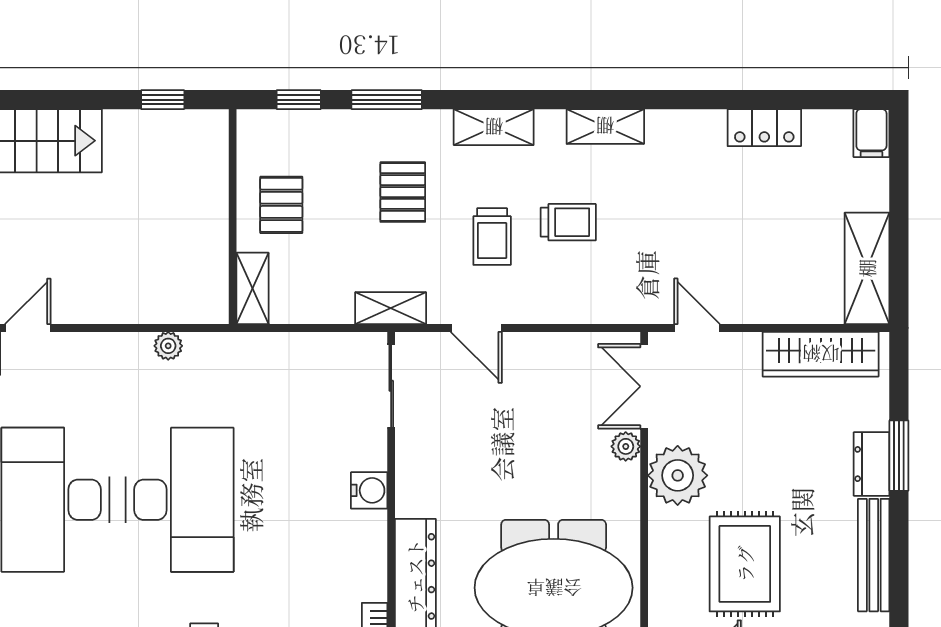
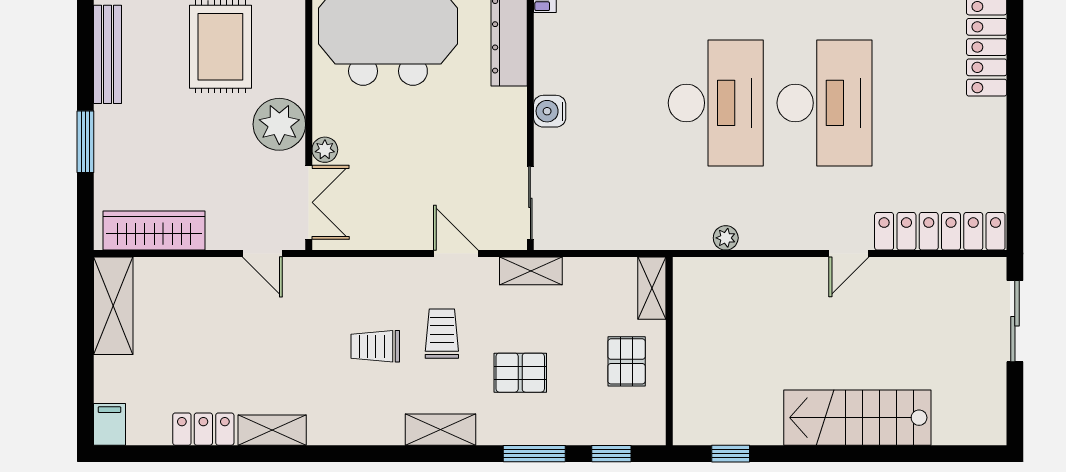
shelving: (605, 126) -> (272, 430), moved
pallet: (403, 192) -> (520, 373), turned 90
dresser: (872, 464) -> (109, 134), removed
desk: (180, 500) -> (716, 103), turned 180

